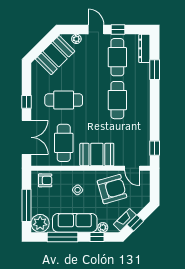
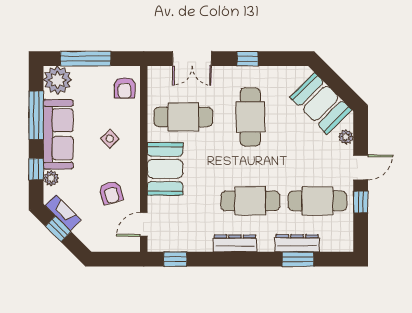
dresser: (144, 48) -> (297, 243), moved
dresser: (145, 110) -> (235, 243), added
double door: (26, 137) -> (192, 59), width x0.73
armchair: (112, 189) -> (111, 193), width x0.53, depth x0.53

